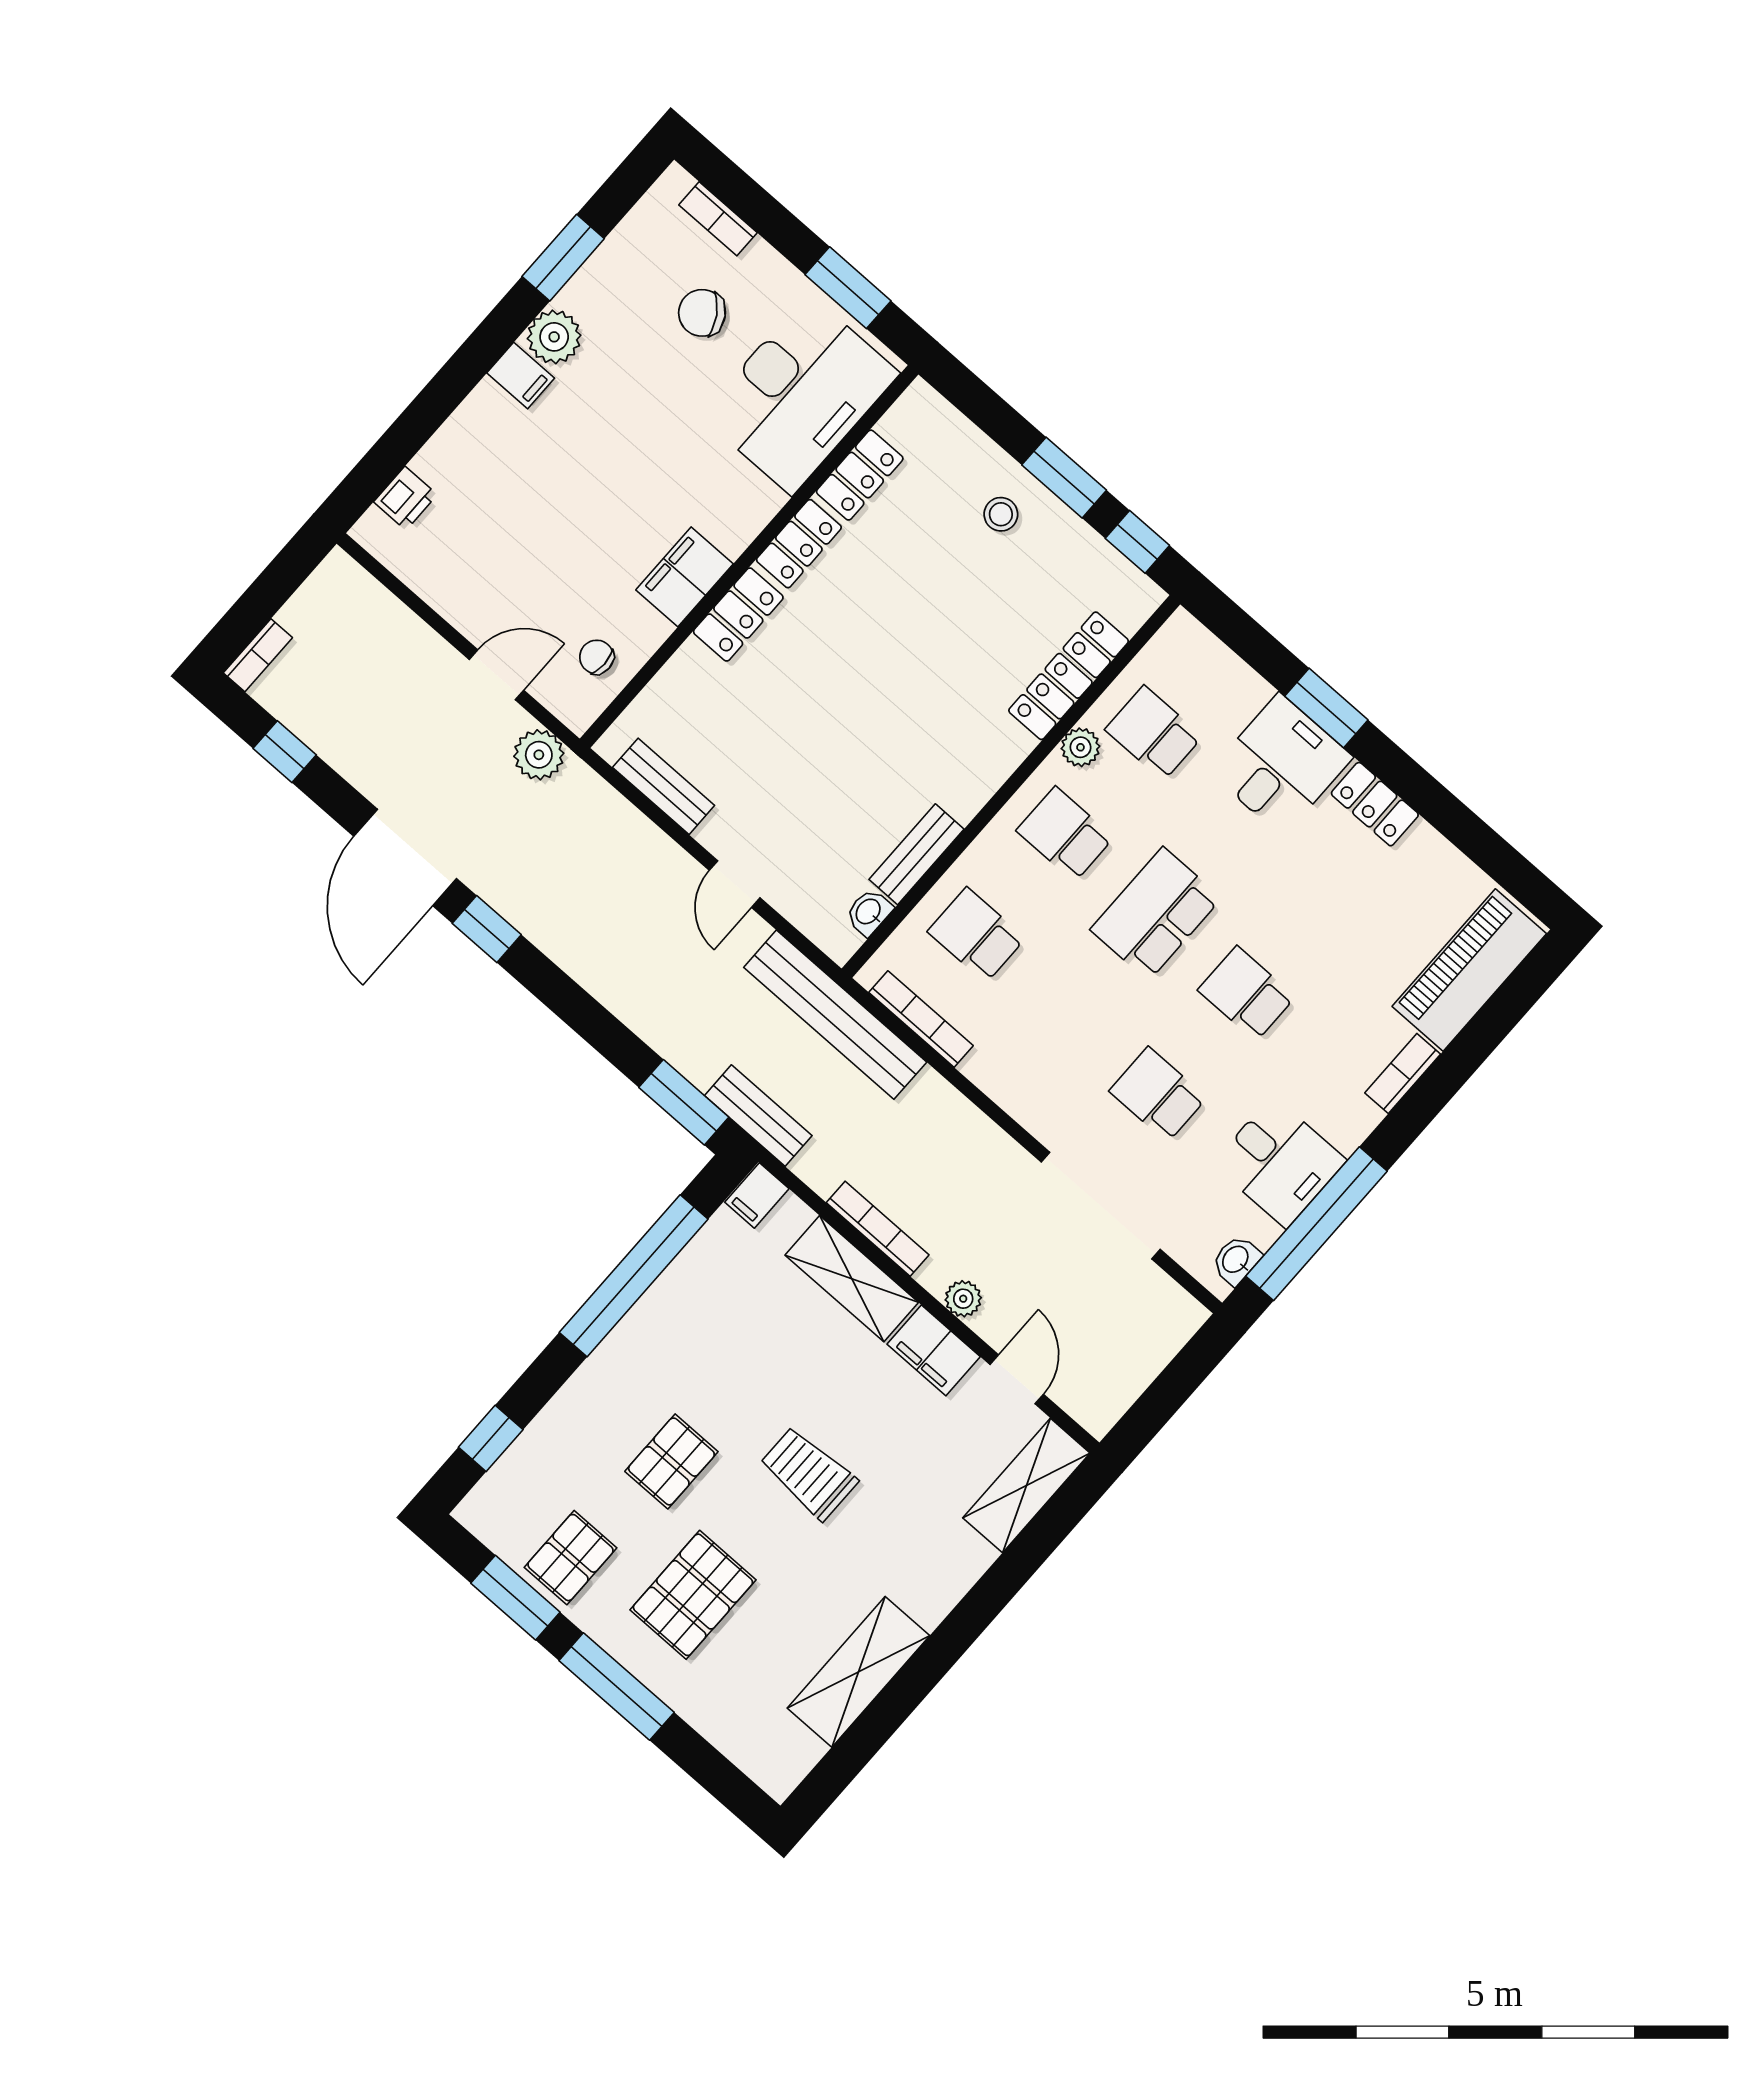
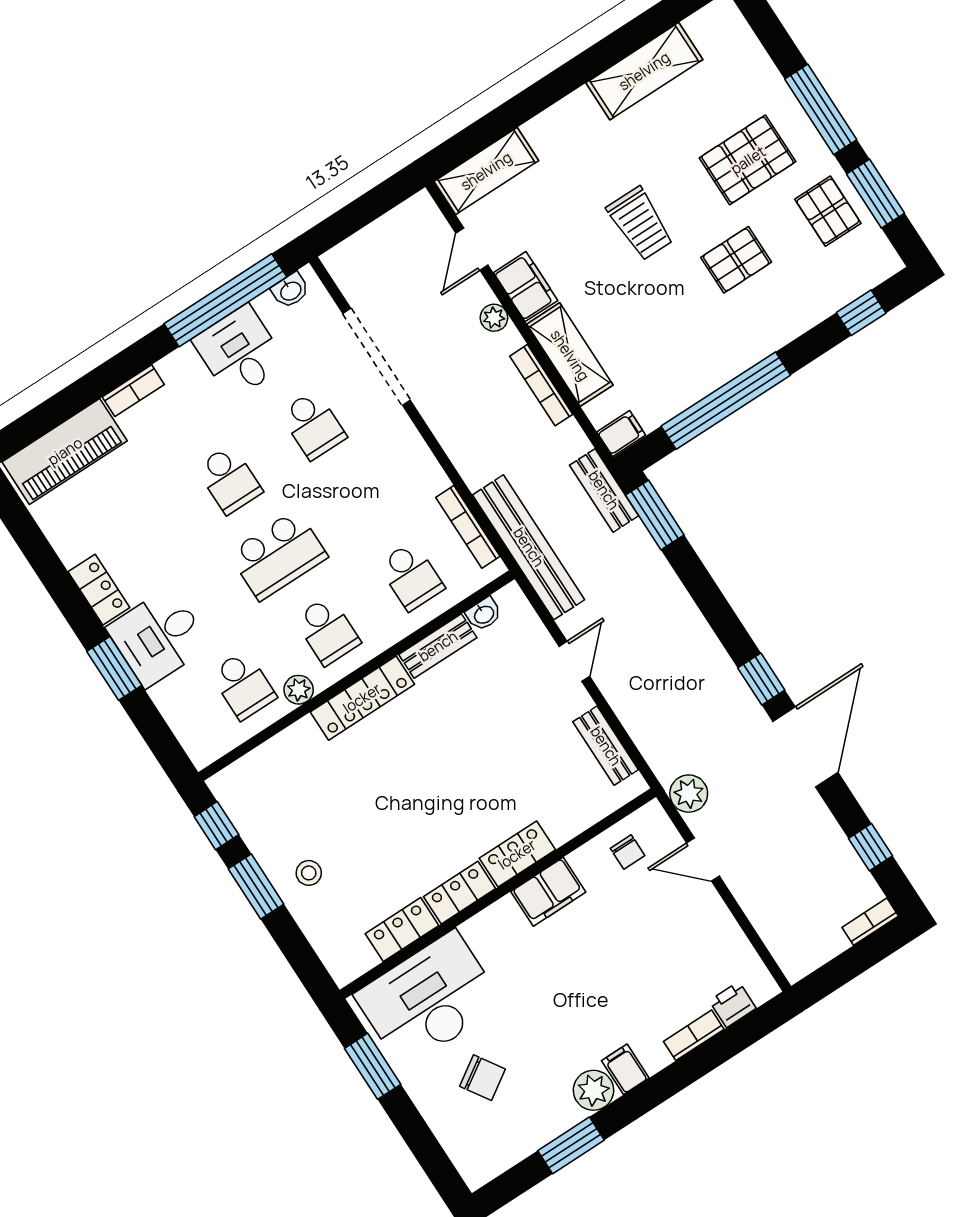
bookcase: (718, 219) -> (694, 1035), moved, turned -90
locker: (1069, 676) -> (362, 698), moved
pallet: (571, 1558) -> (828, 211), turned 90

